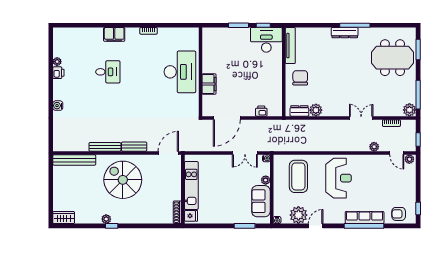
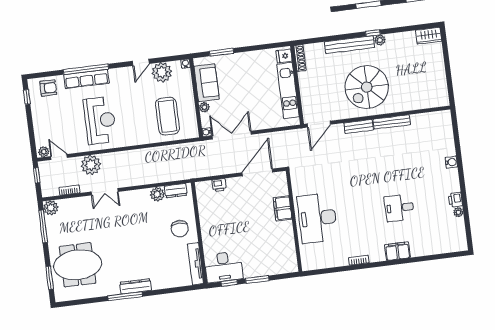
plant: (374, 147) -> (91, 165), width x1.88, depth x1.88
double door: (245, 153) -> (232, 135), width x1.37
bench: (74, 160) -> (349, 45), moved
reception desk: (339, 178) -> (100, 120), moved, turned 180
spiral stairs: (123, 180) -> (367, 87), turned 90

